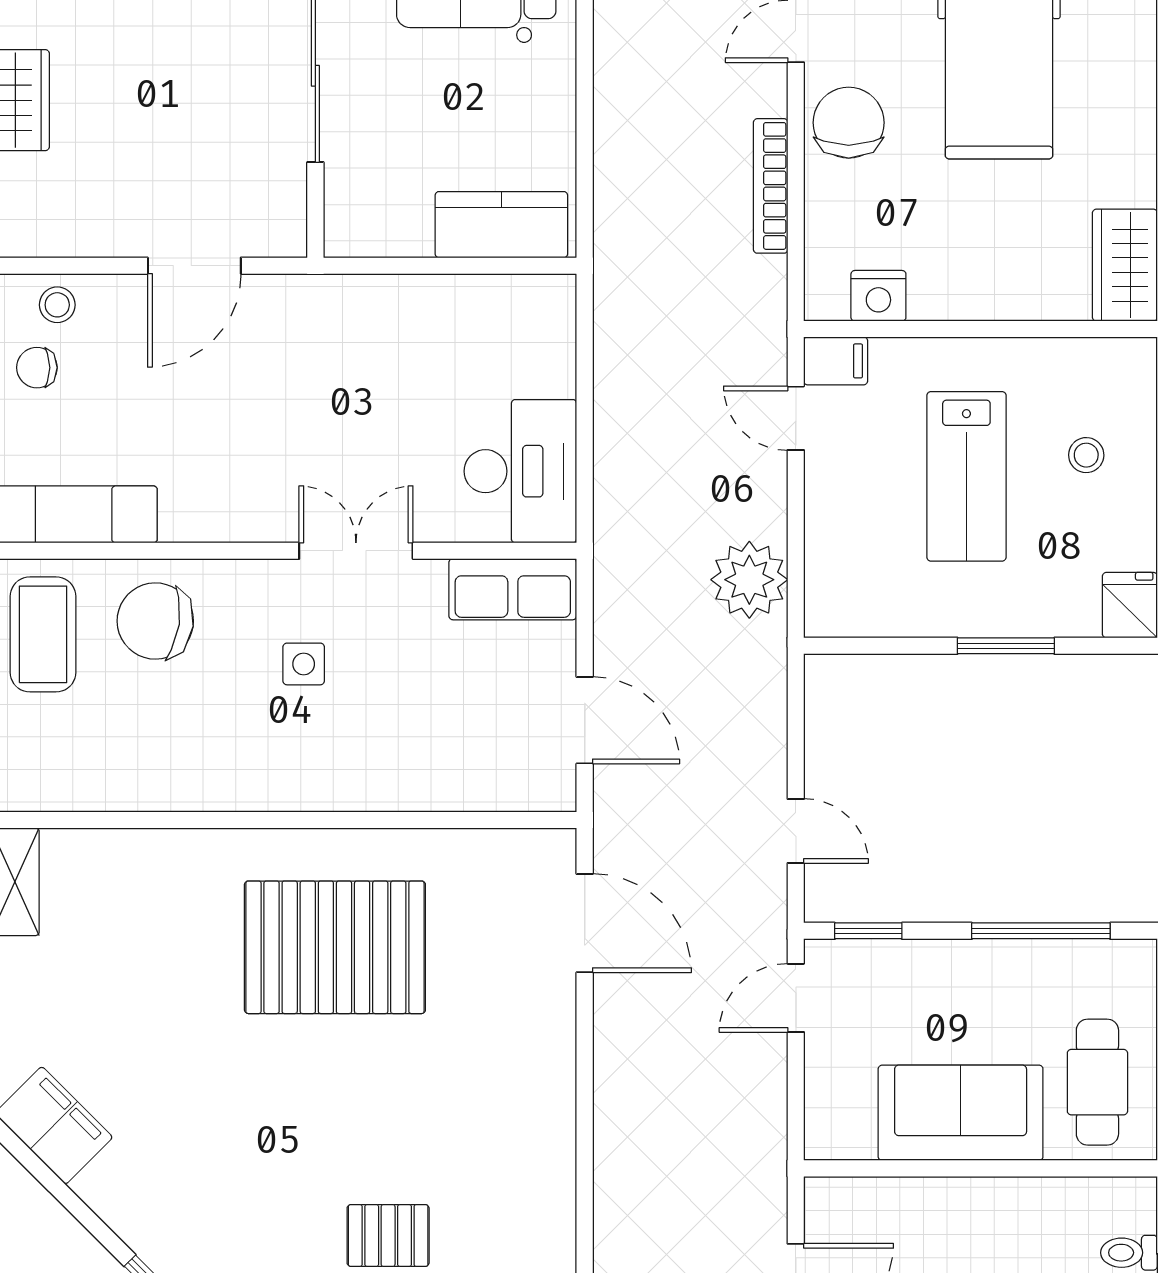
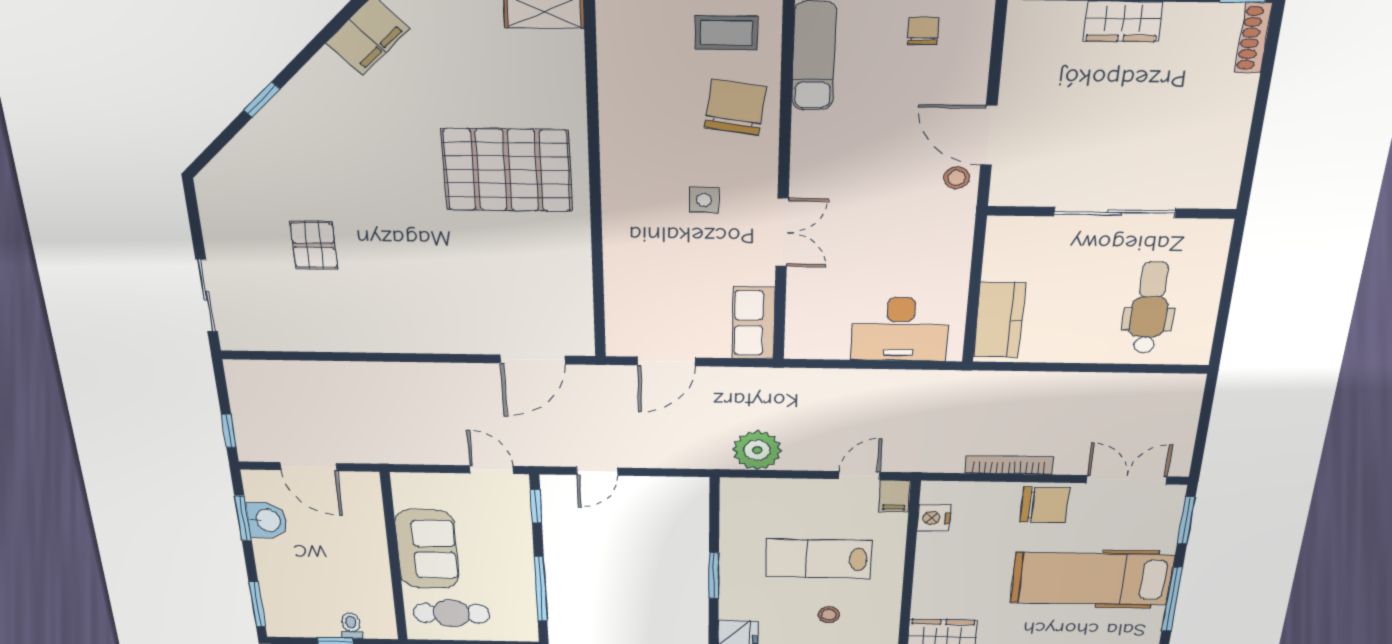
stool: (57, 305) -> (957, 178), moved
desk: (520, 471) -> (900, 329), moved
coffee table: (43, 634) -> (726, 33), width x0.73, depth x0.77
pallet: (335, 947) -> (507, 170), moved, turned 90

